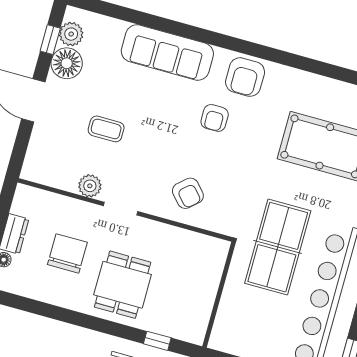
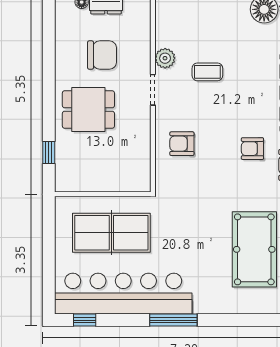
coffee table: (106, 129) -> (207, 72), moved, turned 90
armchair: (188, 193) -> (182, 144), turned 42
table tennis table: (278, 247) -> (111, 233), moved

